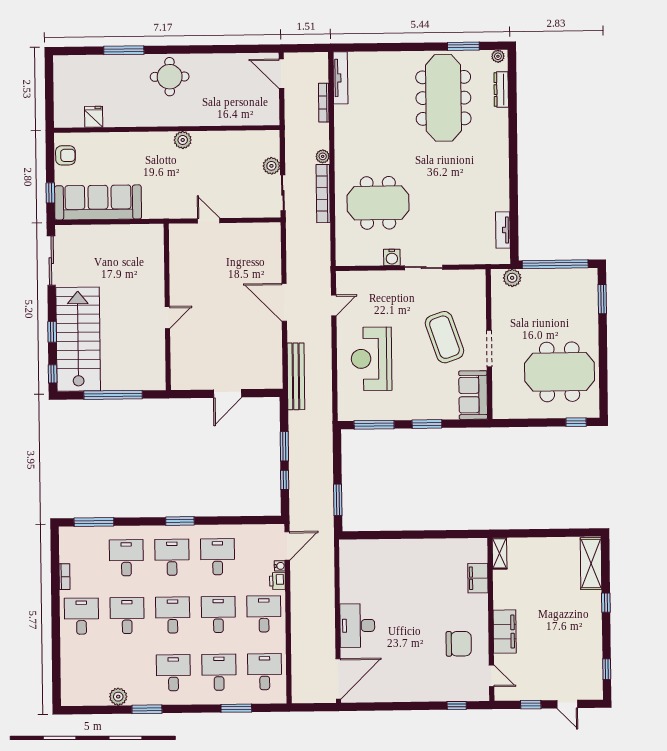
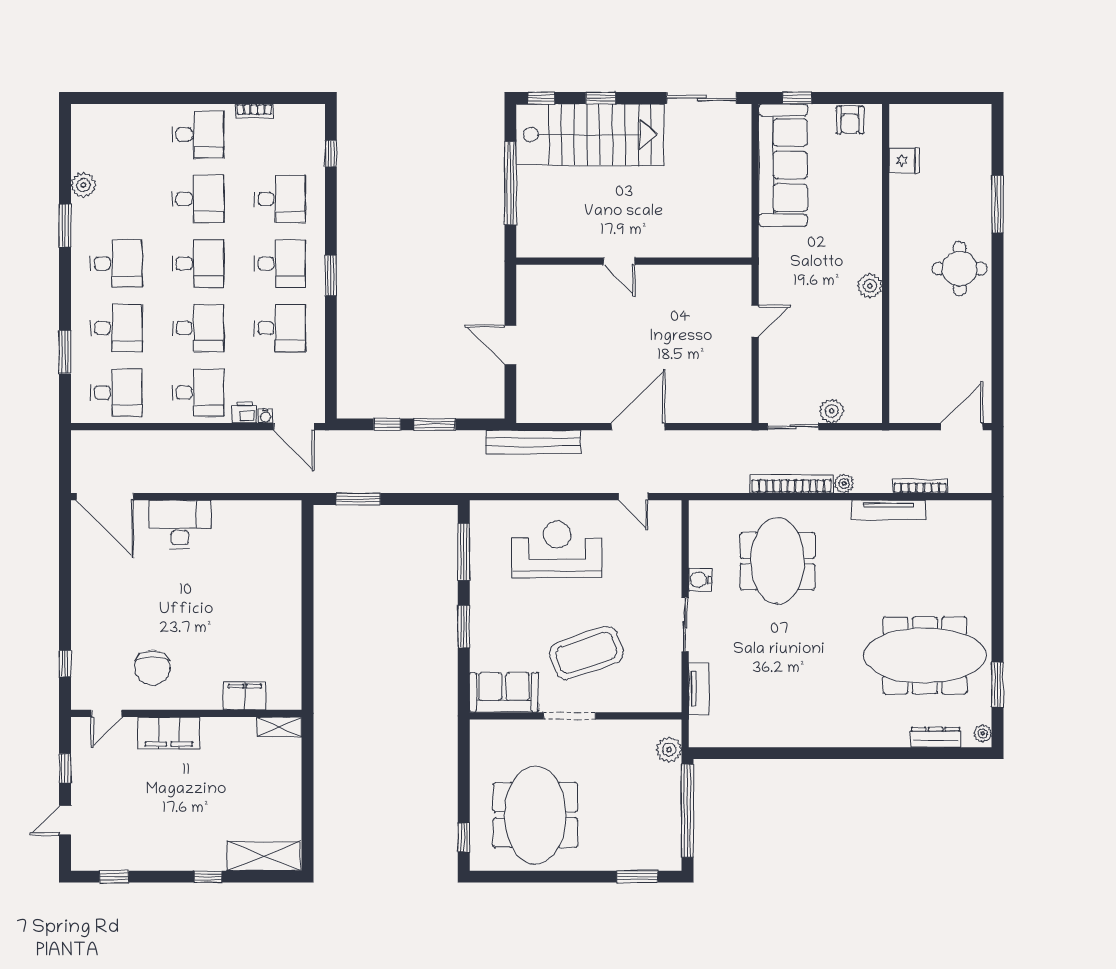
tv unit: (340, 78) -> (888, 510), moved
tv unit: (503, 230) -> (699, 689), moved, turned 90
window: (94, 522) -> (331, 154), width x0.46

